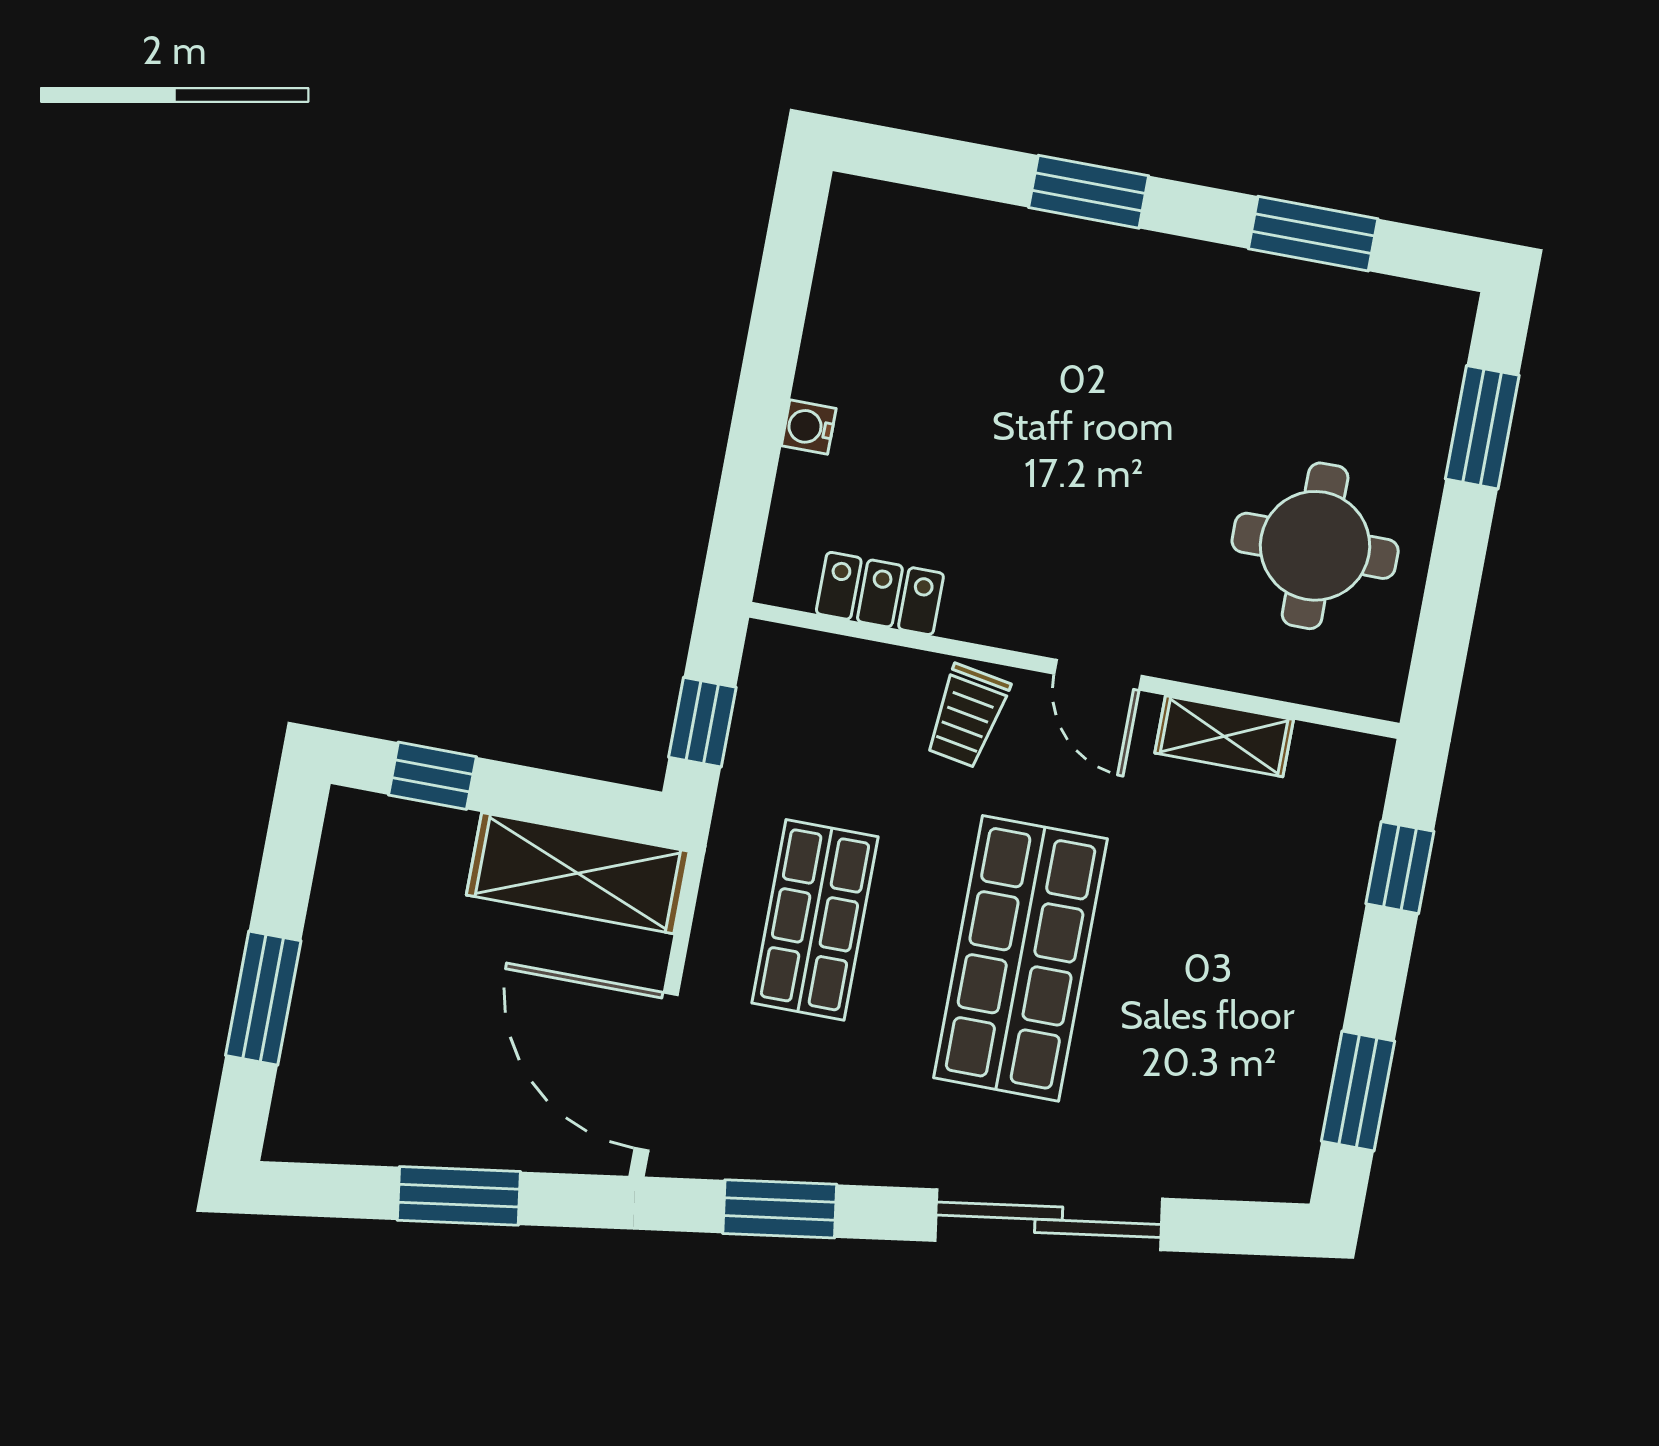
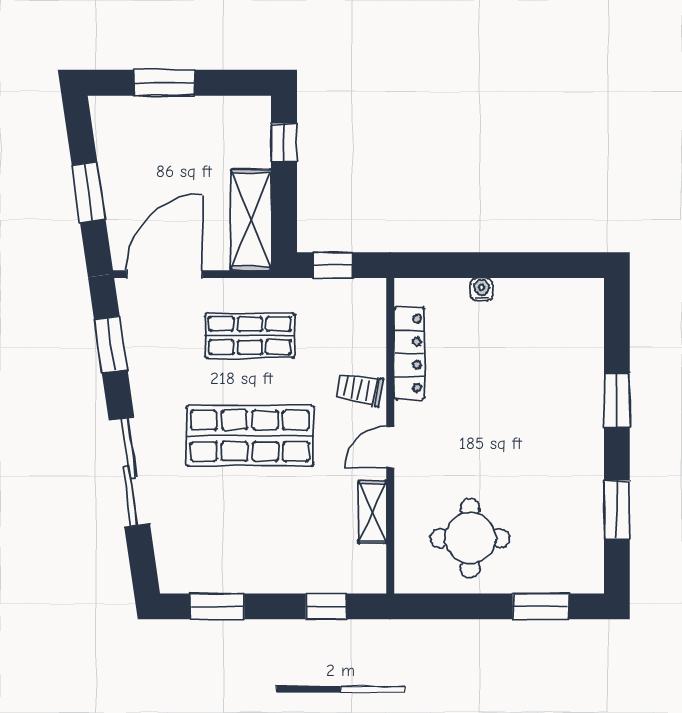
locker: (880, 593) -> (409, 353), width x1.53

